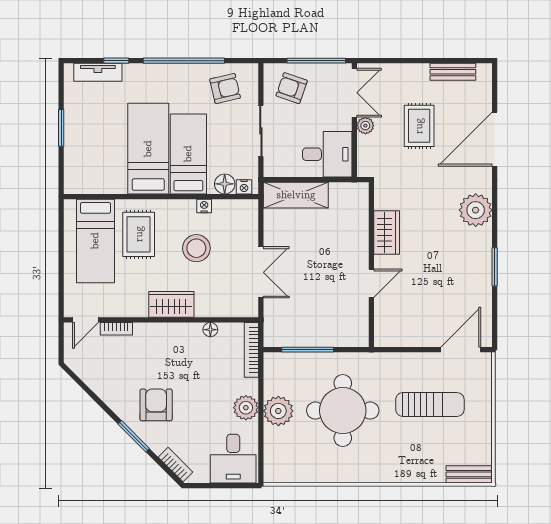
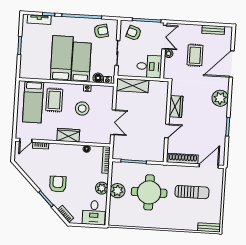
shoe rack: (407, 338) -> (183, 159), added

